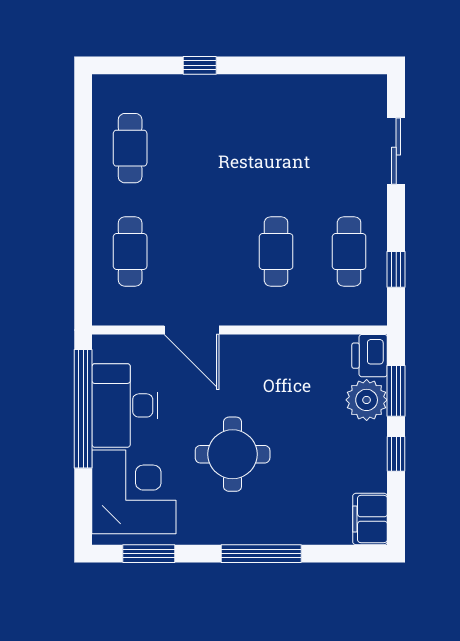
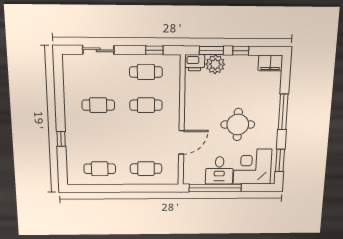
cafe table: (276, 148) -> (98, 105), added
desk: (125, 405) -> (219, 171), width x0.73

